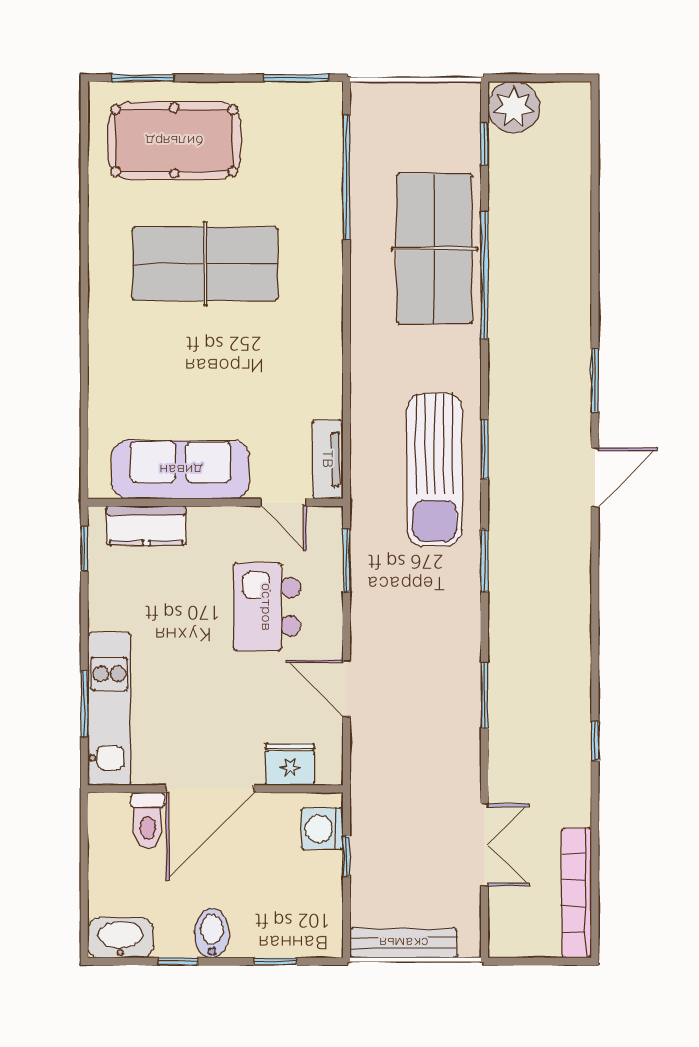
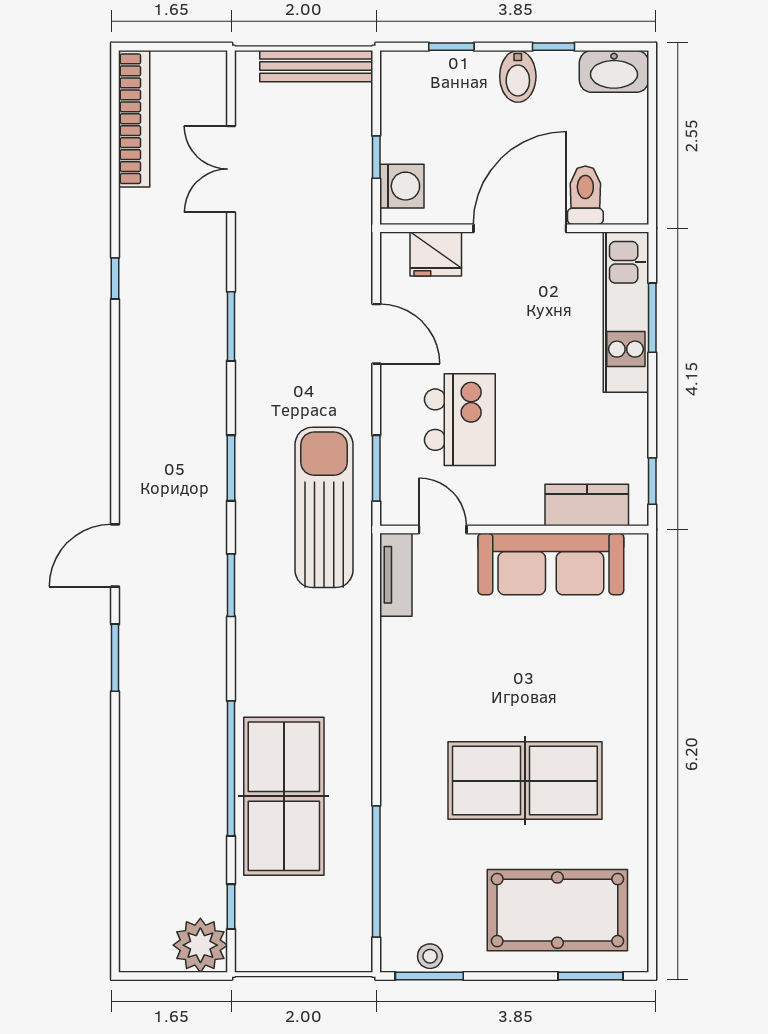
stool: (295, 97) -> (430, 956), added
sun lounger: (435, 470) -> (324, 507), moved

